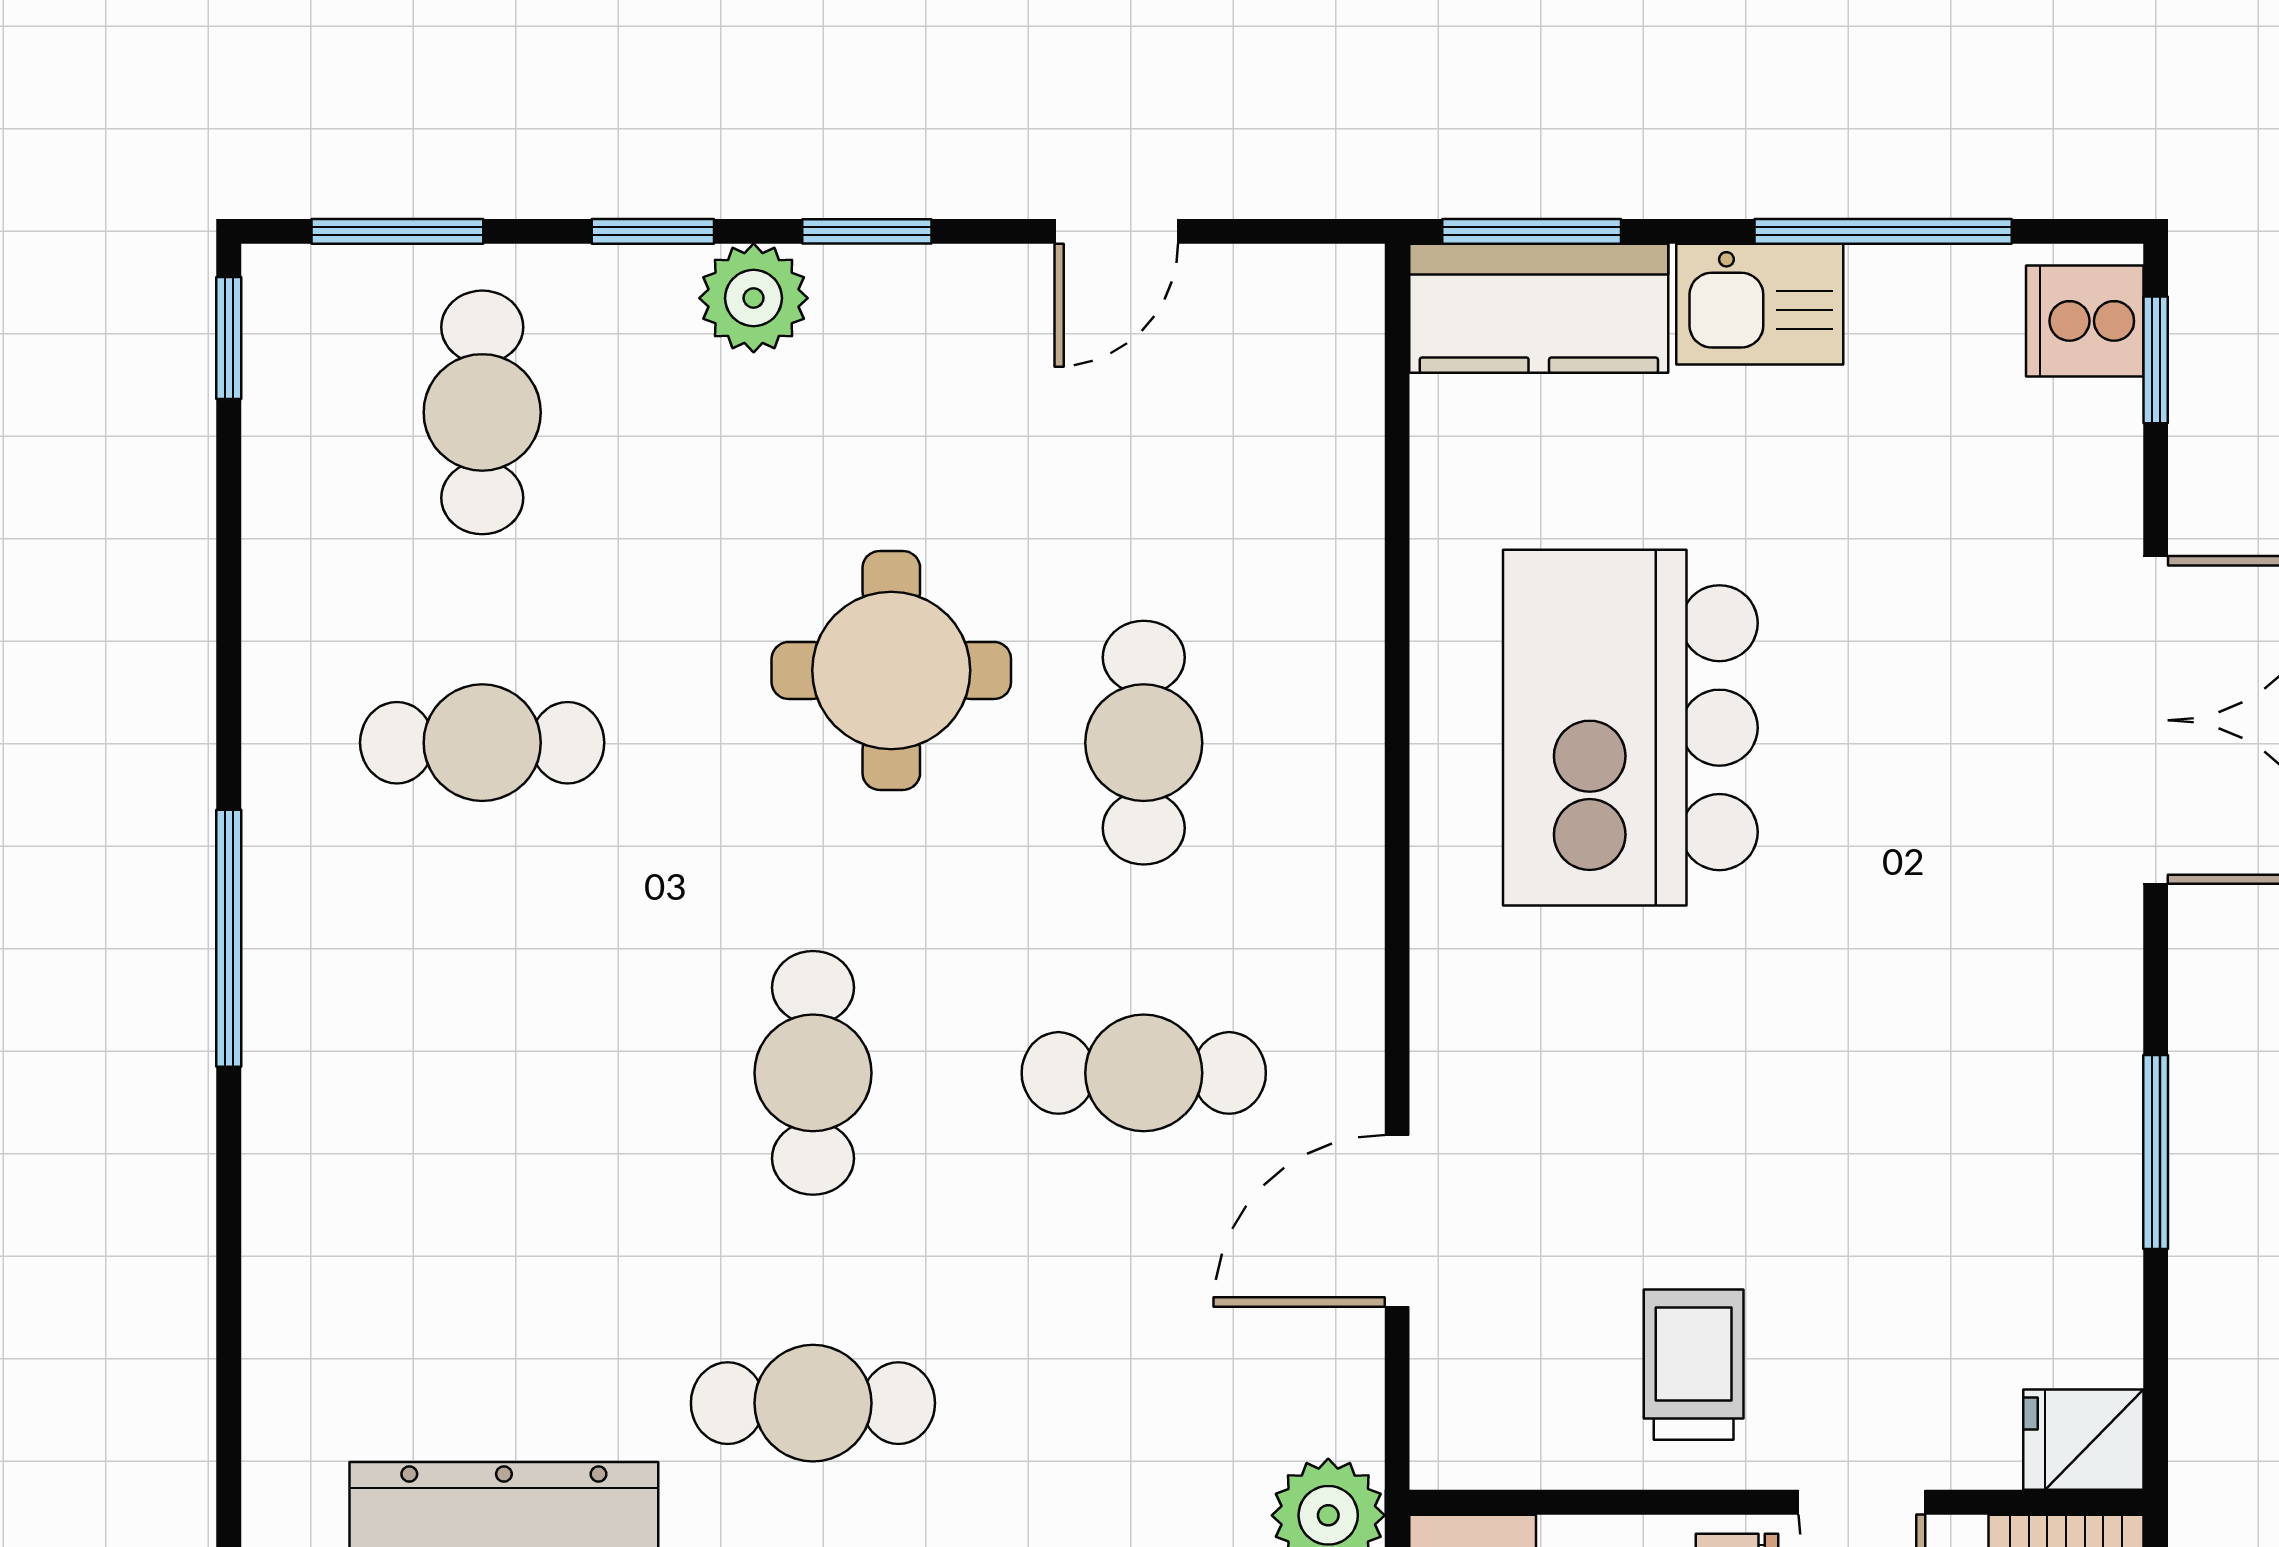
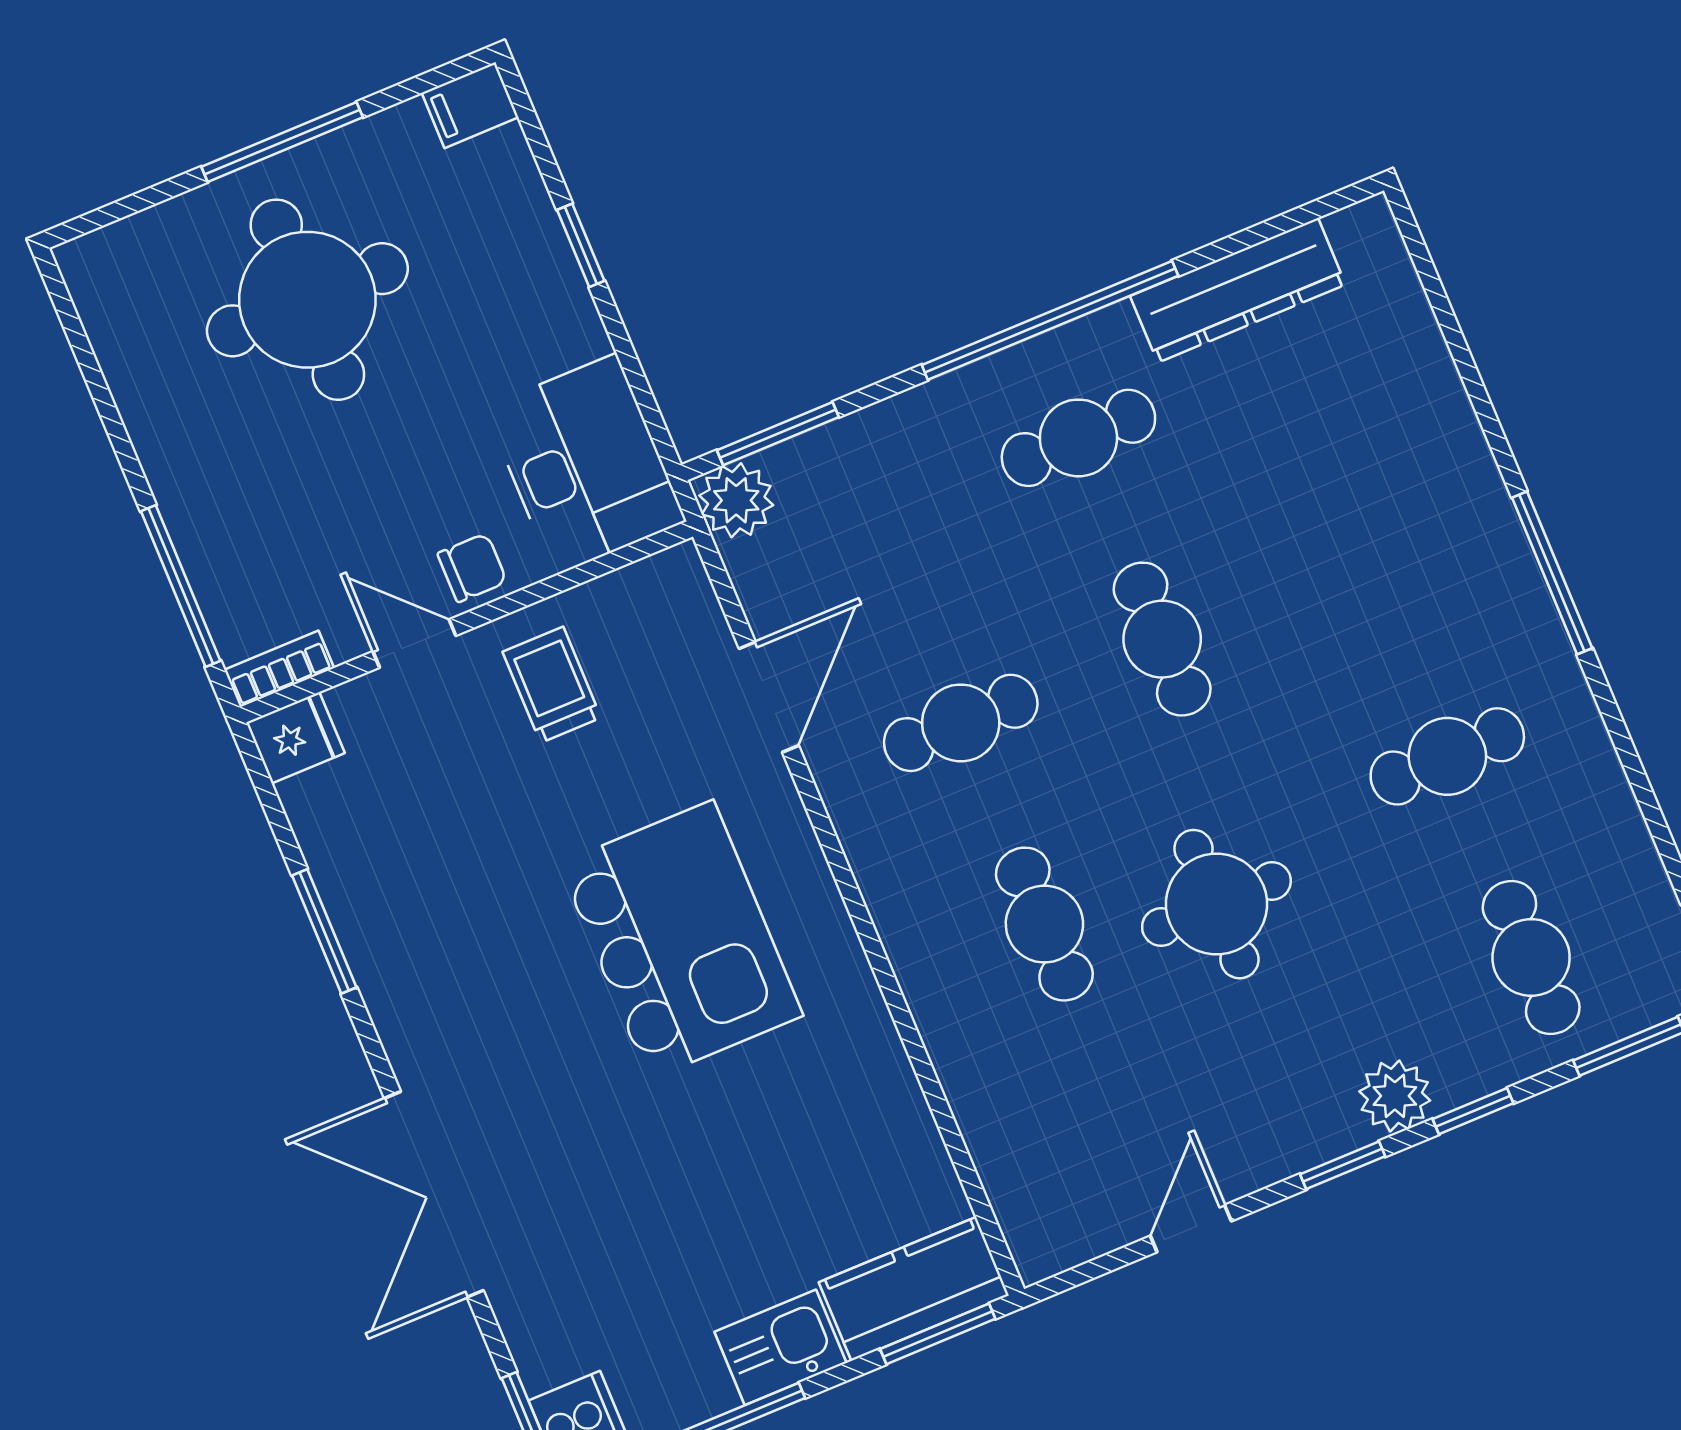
kitchen island: (1630, 728) -> (681, 940), moved
trolley: (1694, 1365) -> (552, 685), turned 180

